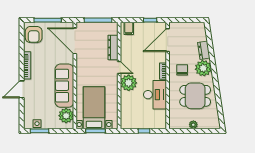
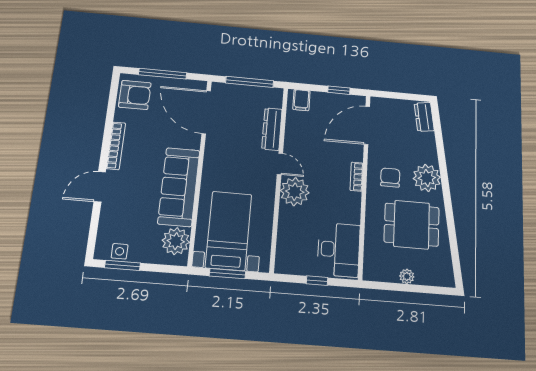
armchair: (34, 35) -> (135, 95), turned -90
dresser: (204, 50) -> (424, 117), moved
desk: (155, 95) -> (339, 250), moved

